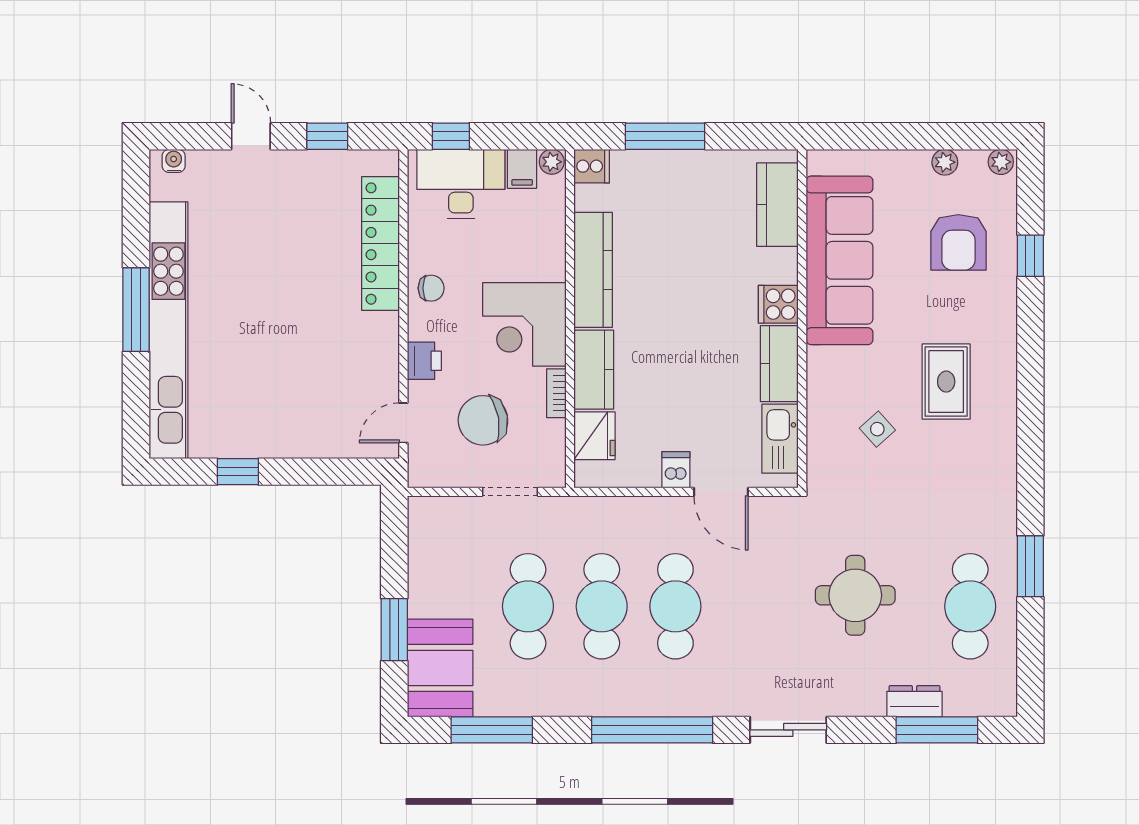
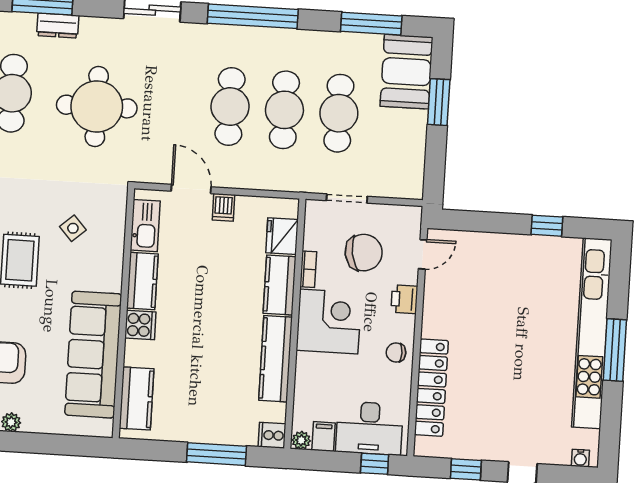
round table: (855, 595) -> (97, 107), width x1.36, depth x1.36

